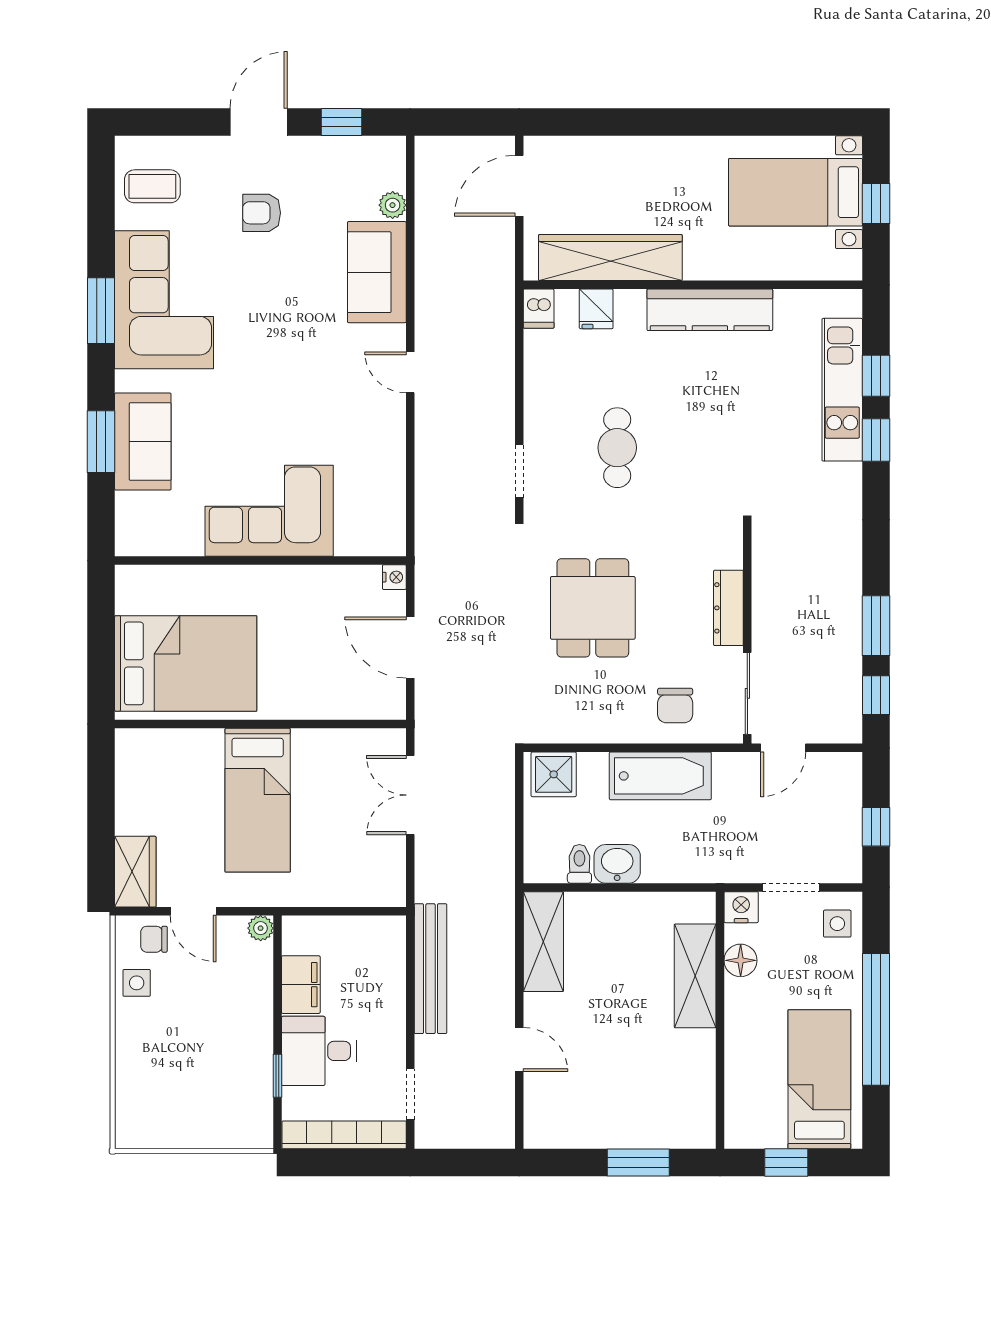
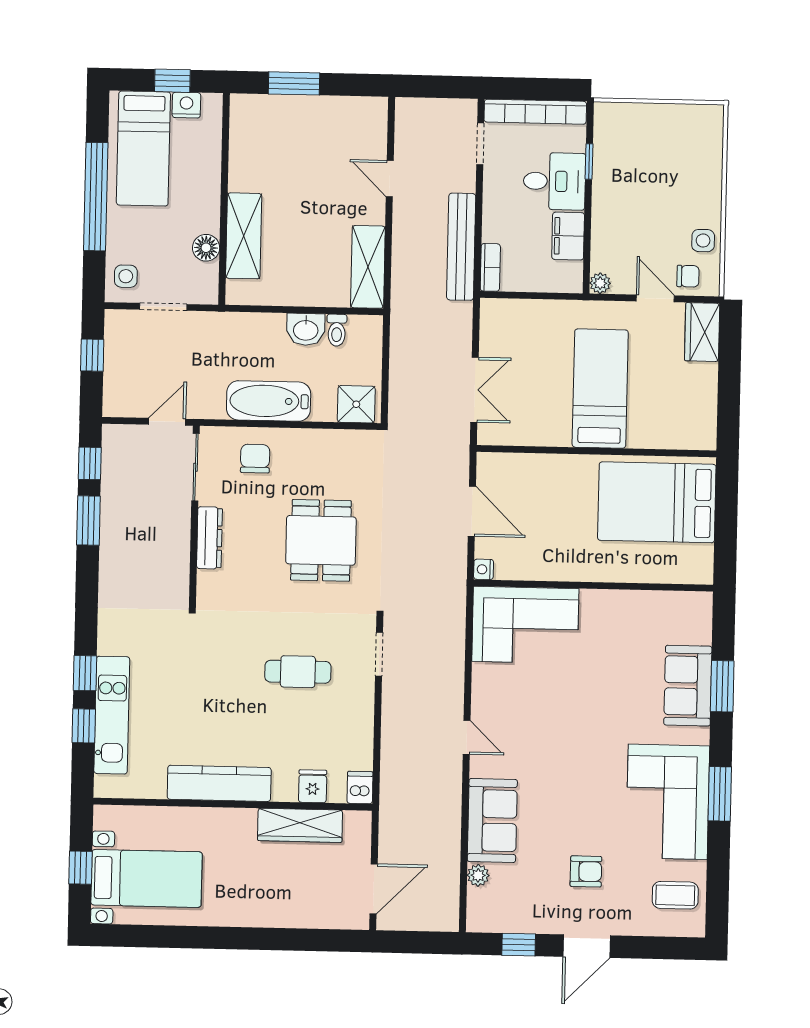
wardrobe: (610, 257) -> (300, 825), width x0.71, depth x0.85
cafe table: (617, 448) -> (298, 672), turned 90
corner sofa: (269, 511) -> (525, 625), moved
nightstand: (741, 907) -> (186, 105), moved, turned 180
bookcase: (395, 944) -> (490, 267), added

